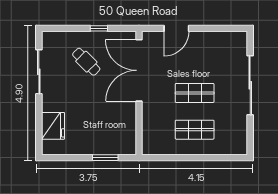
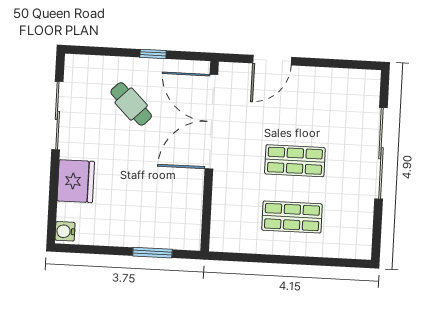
fridge: (53, 126) -> (76, 181), moved
water cooler: (48, 147) -> (65, 231), added

